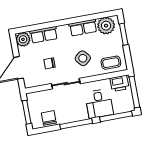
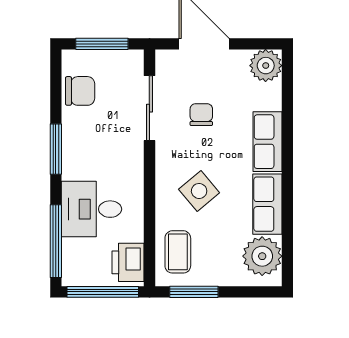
window: (124, 34) -> (194, 292), moved
row of seats: (44, 35) -> (267, 142), moved
sliding door: (66, 84) -> (149, 108), moved
window: (76, 124) -> (56, 149), width x0.69

